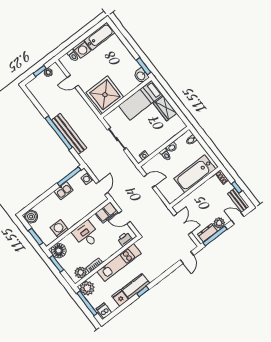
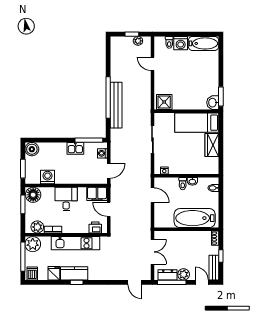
shower: (105, 95) -> (164, 102), width x0.54, depth x0.54
door: (187, 257) -> (135, 282), hinge flipped

